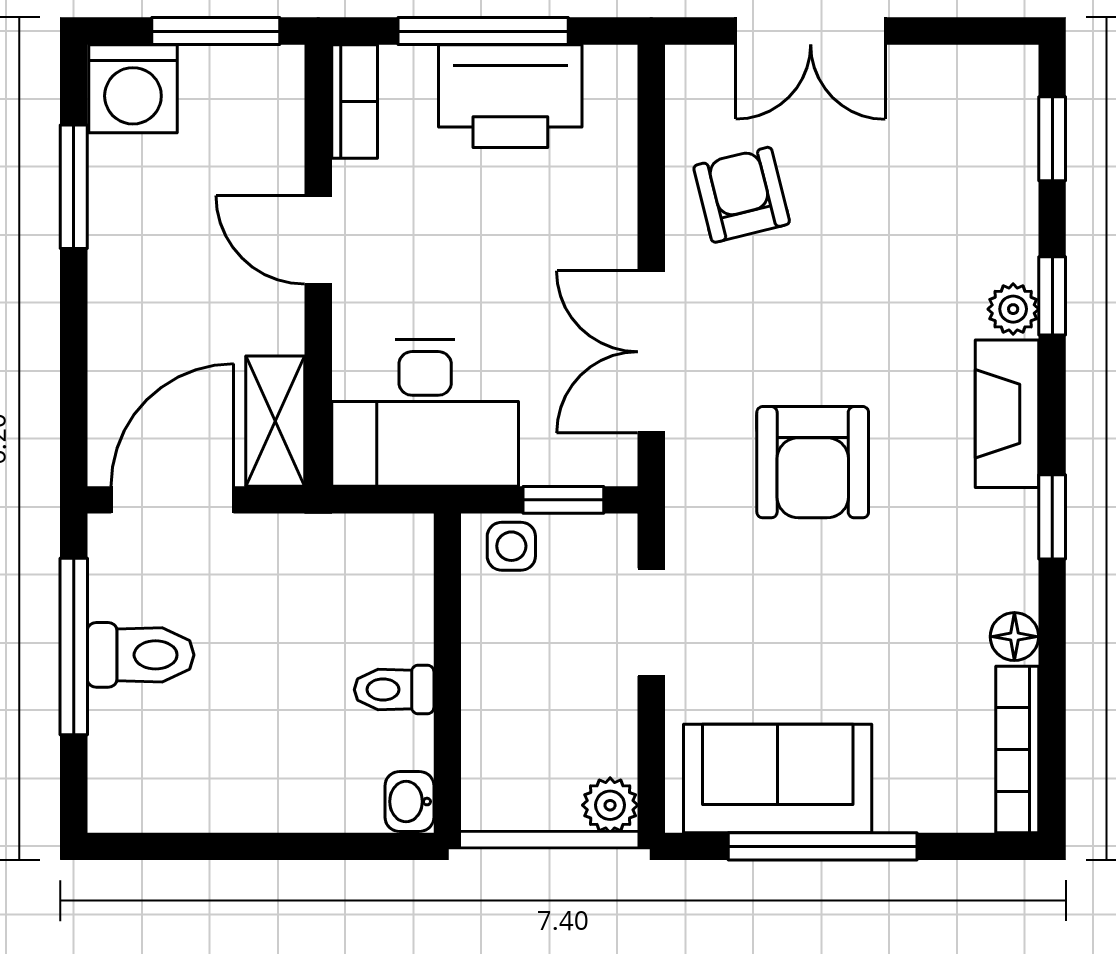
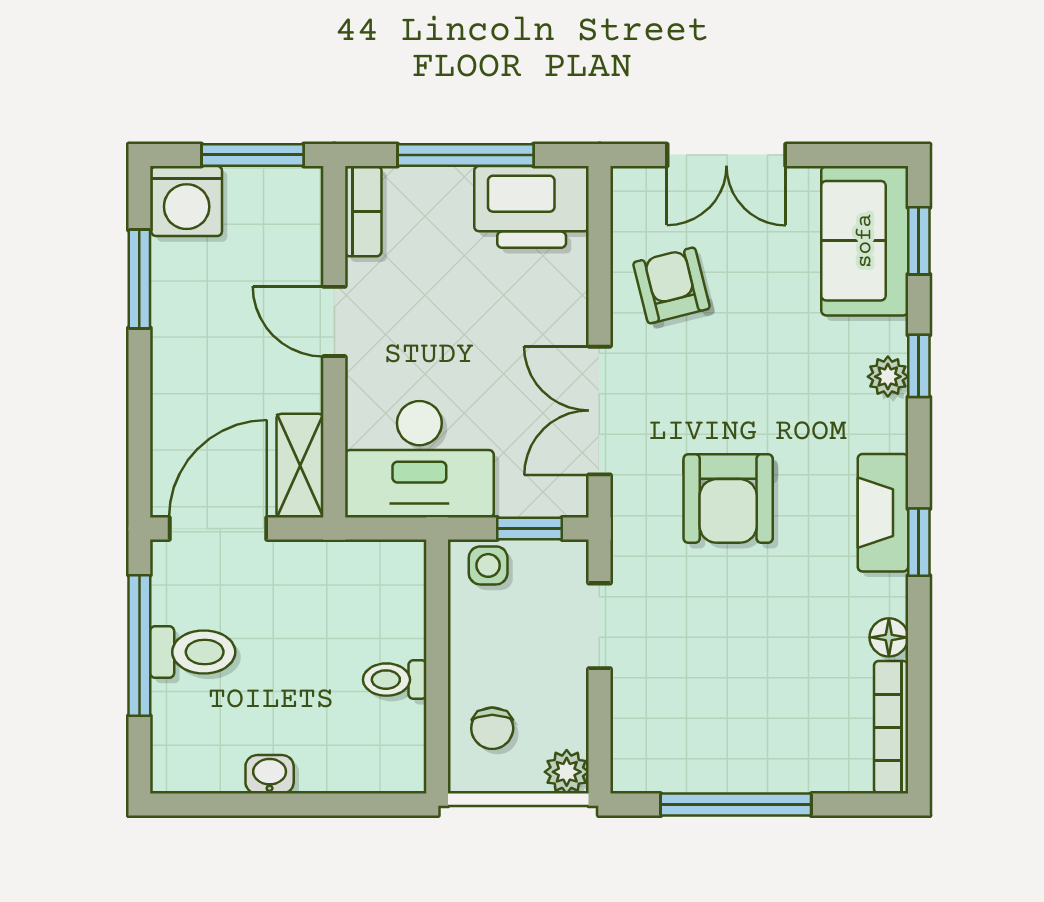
printer: (510, 96) -> (532, 207), moved
fireplace: (1007, 414) -> (883, 513), moved
chair: (517, 751) -> (492, 728), added
sofa: (778, 778) -> (865, 241), moved, turned -90
washbasin: (409, 802) -> (270, 774), moved, turned 90

